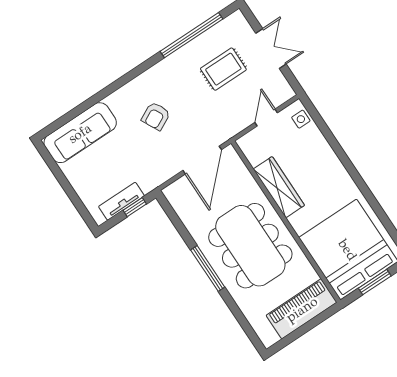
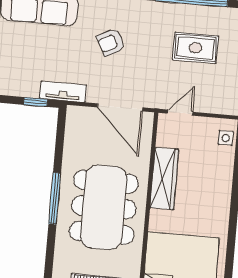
door: (266, 118) -> (180, 113), moved
door: (202, 160) -> (120, 107), hinge flipped
tv unit: (121, 201) -> (63, 92), moved

